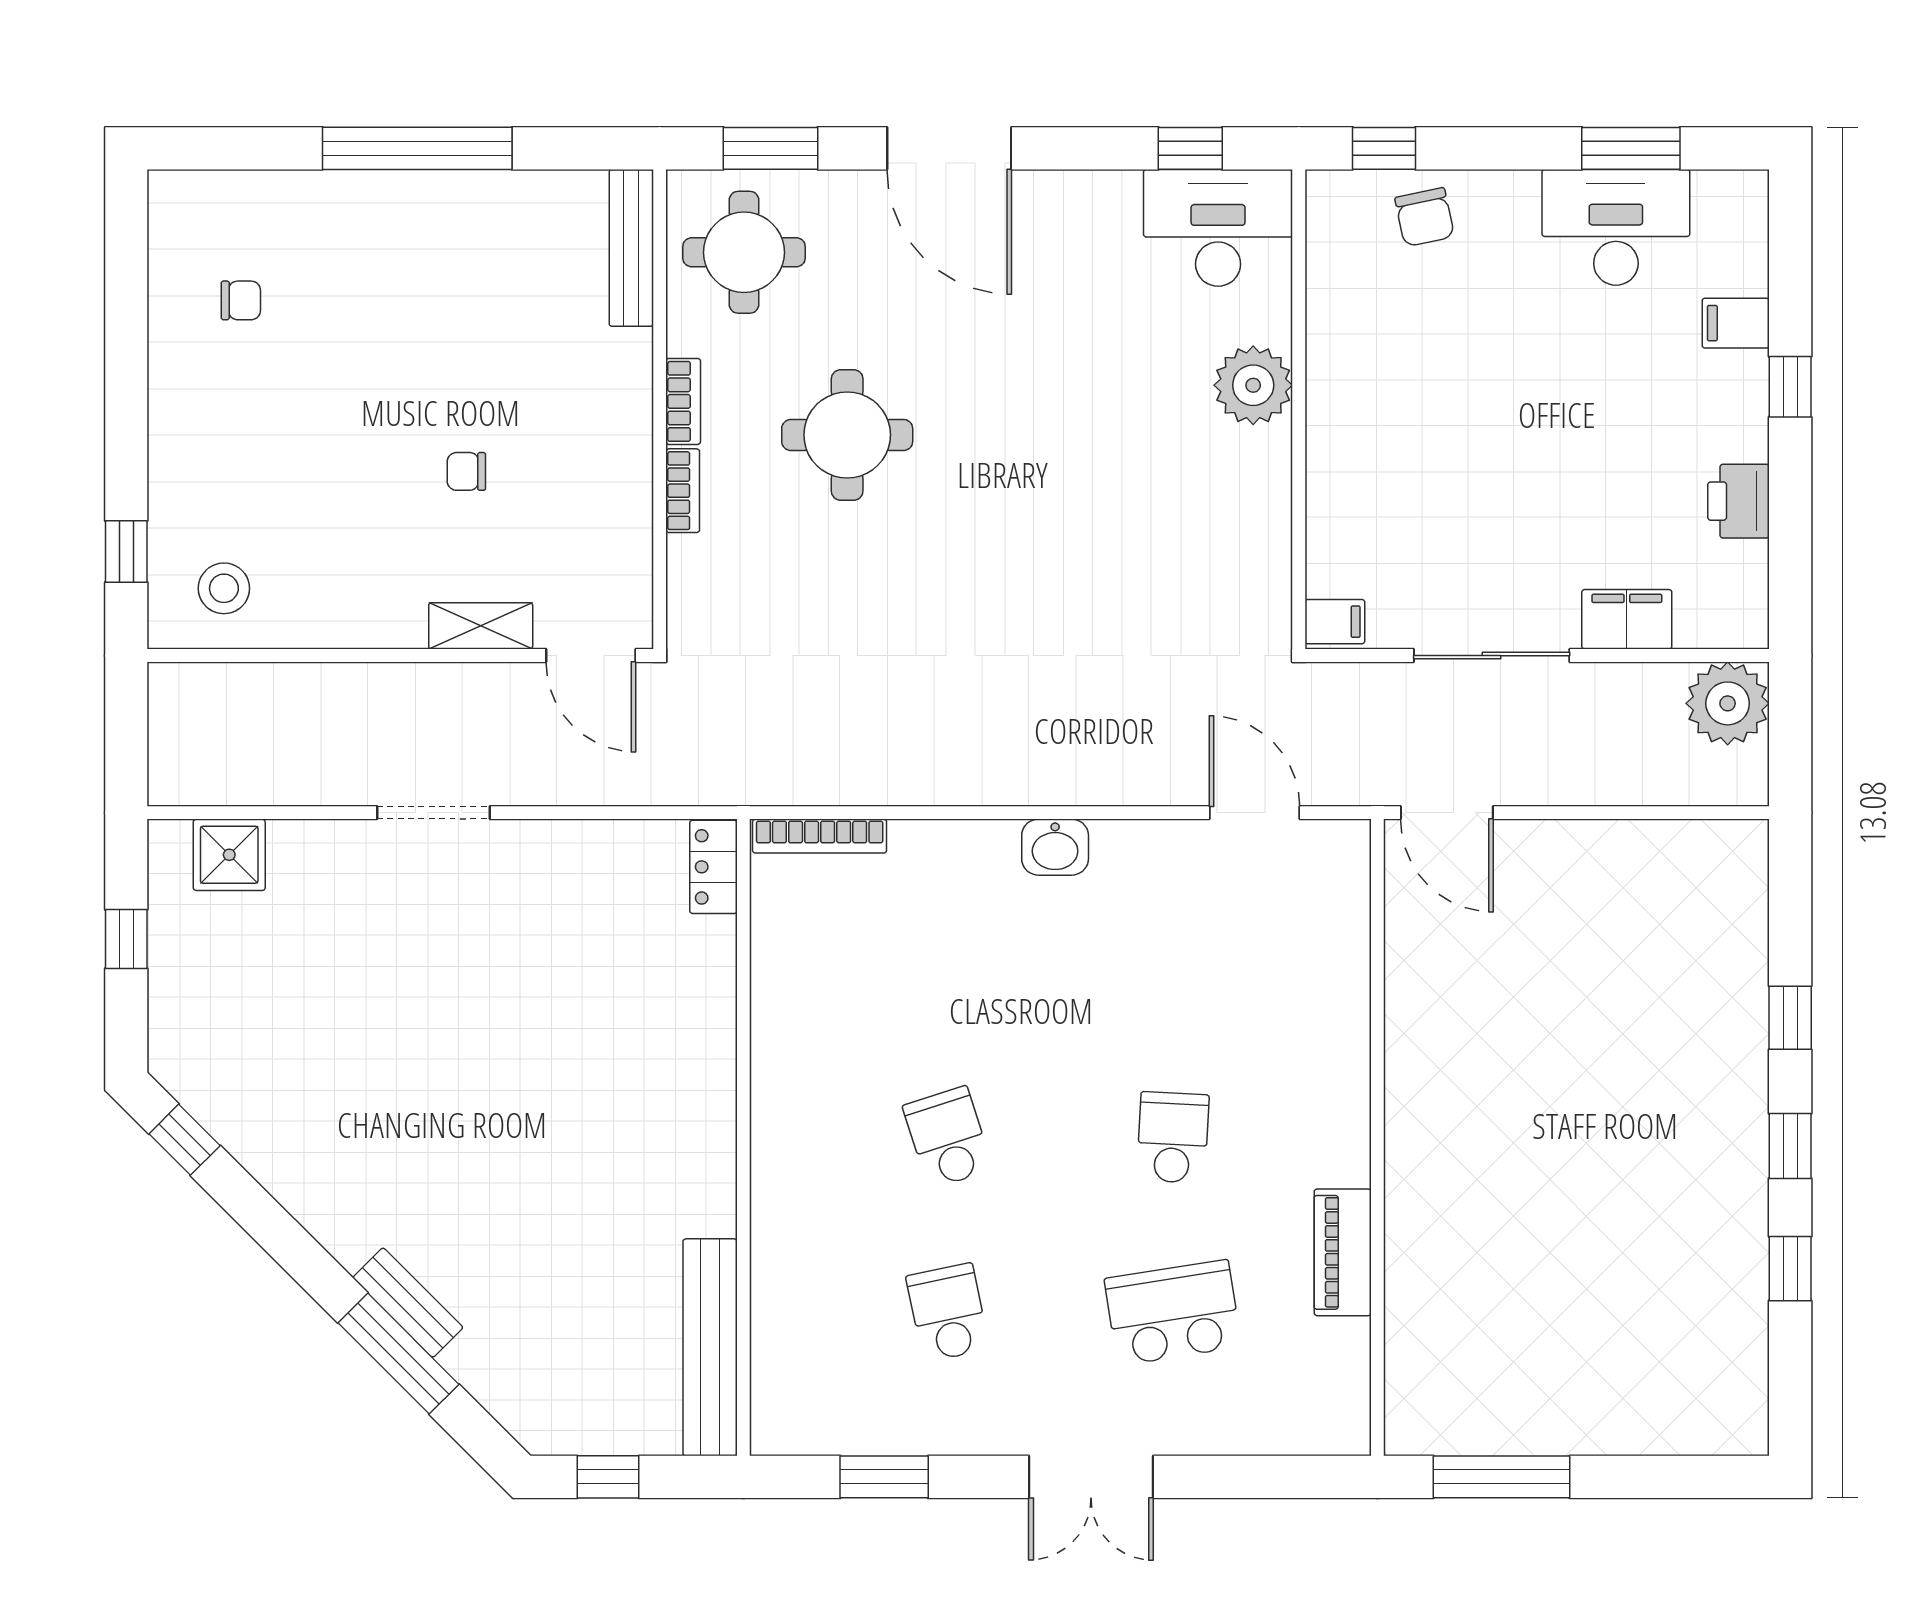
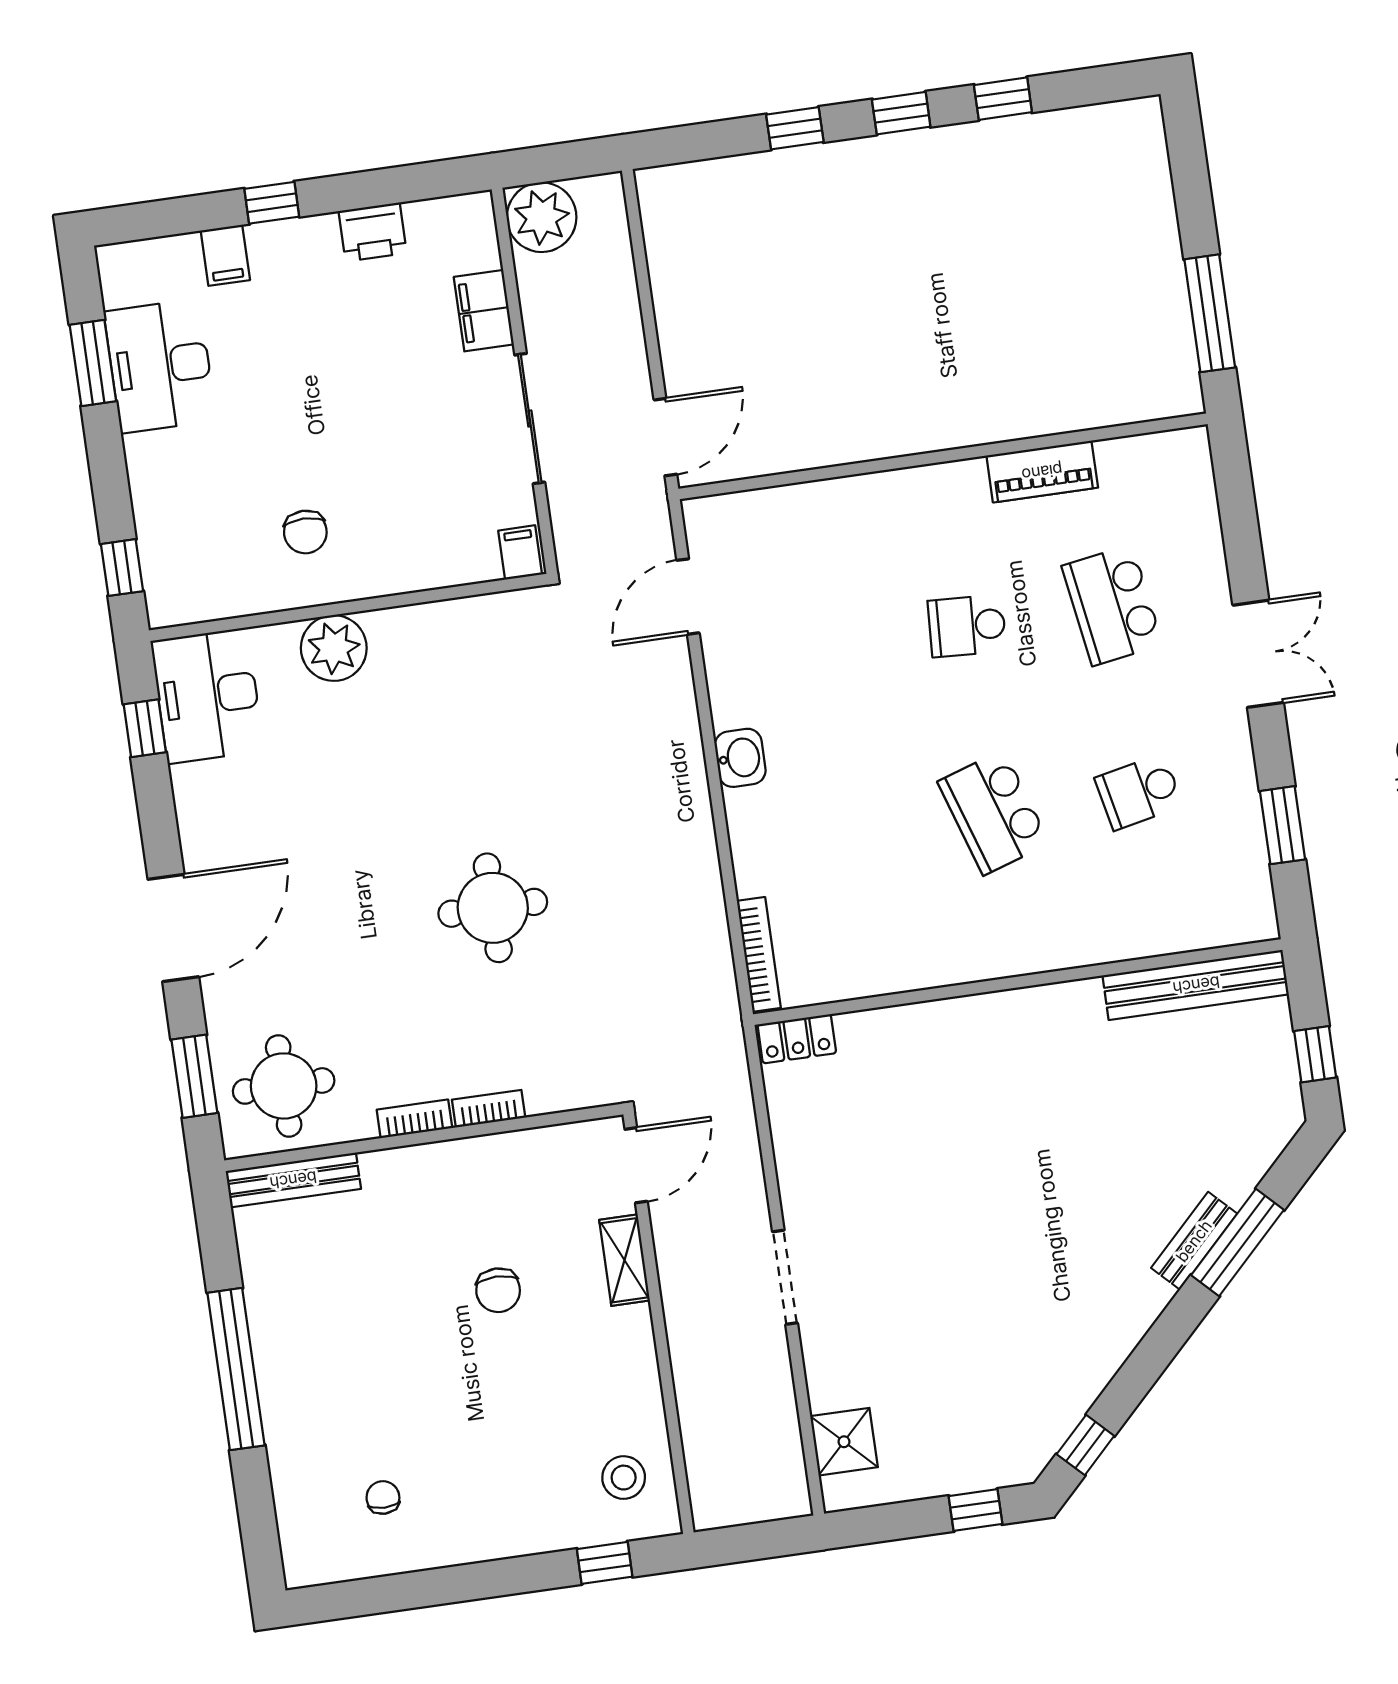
chair: (1425, 217) -> (305, 532), moved, turned 102
round table: (847, 435) -> (493, 908), moved
chair: (466, 471) -> (498, 1290), width x1.37, depth x1.37
window: (126, 939) -> (975, 1510), moved
school desk: (948, 1137) -> (994, 813), width x1.85

